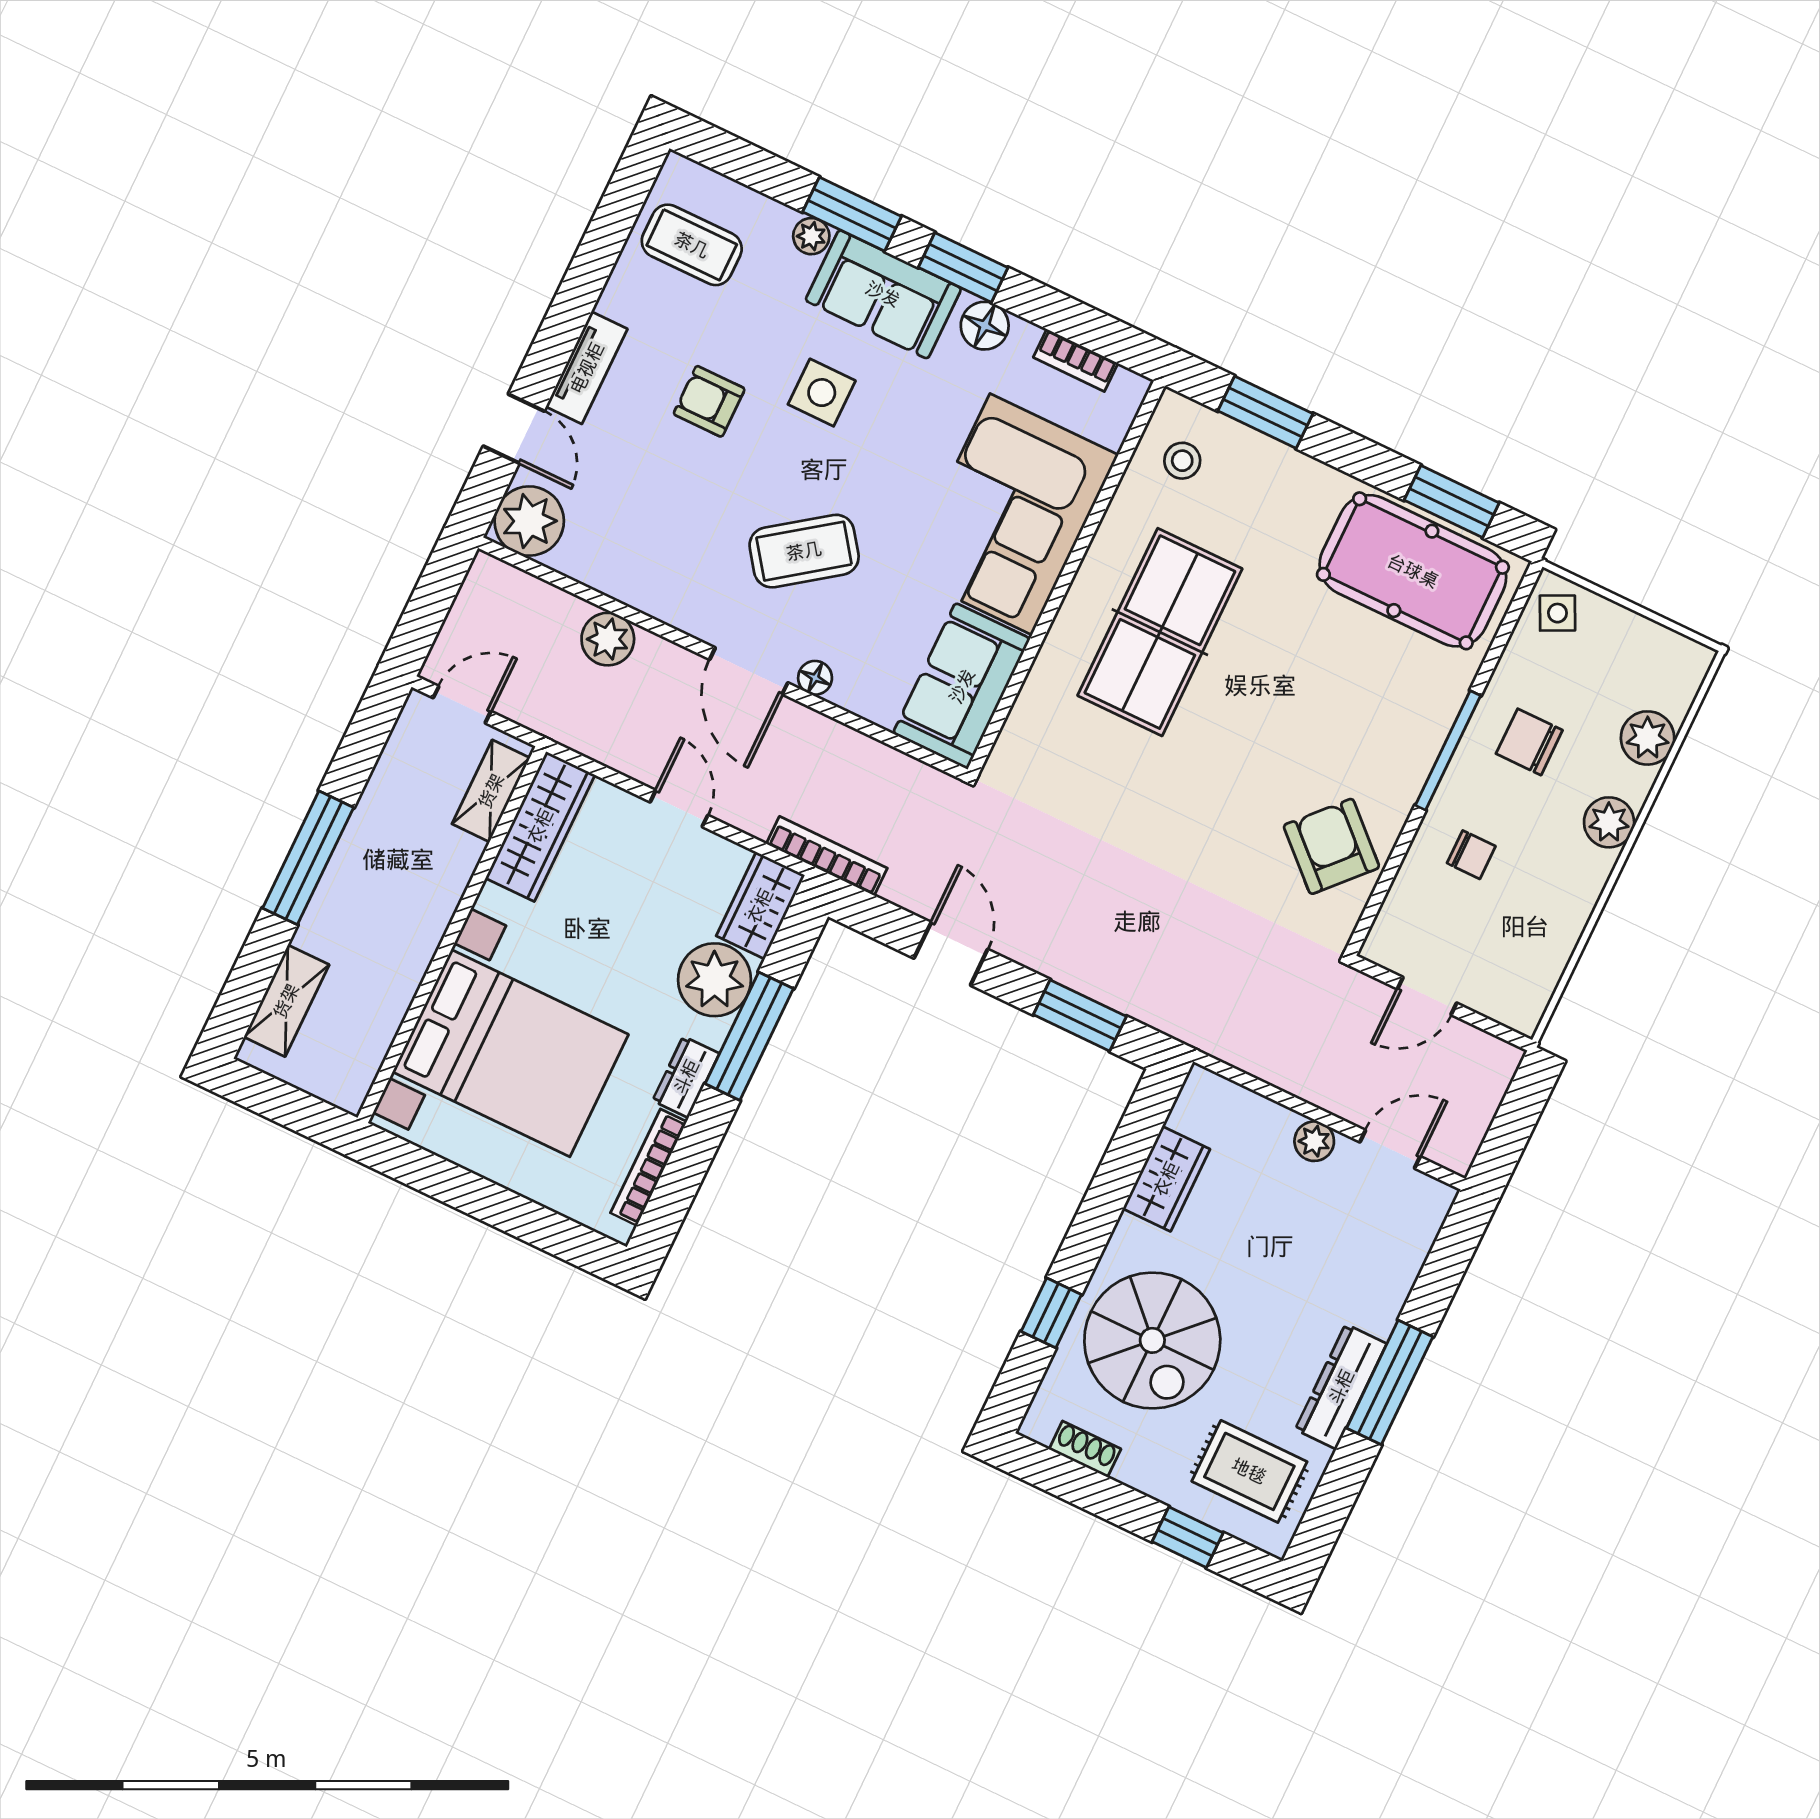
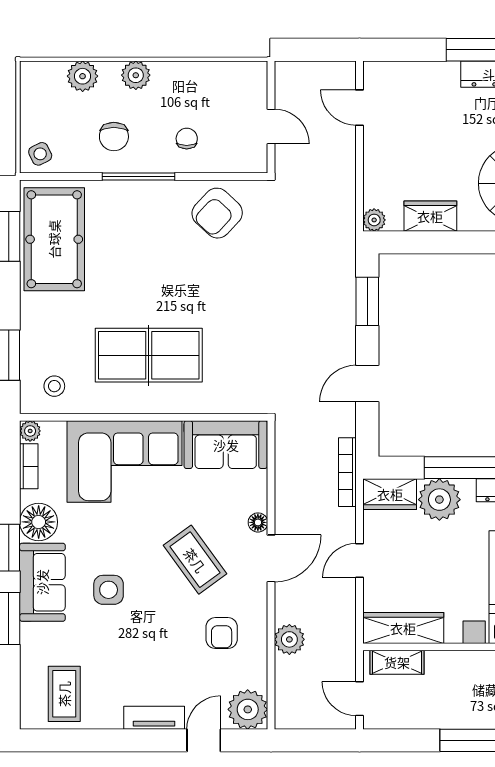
plant: (811, 236) -> (30, 431), moved
floor lamp: (985, 326) -> (39, 522), width x1.38, depth x1.38
armchair: (709, 401) -> (222, 633), moved
plant: (1314, 1141) -> (374, 220), moved

